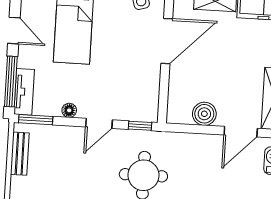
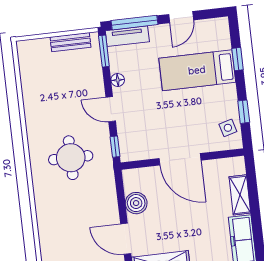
door: (167, 41) -> (180, 159), moved

